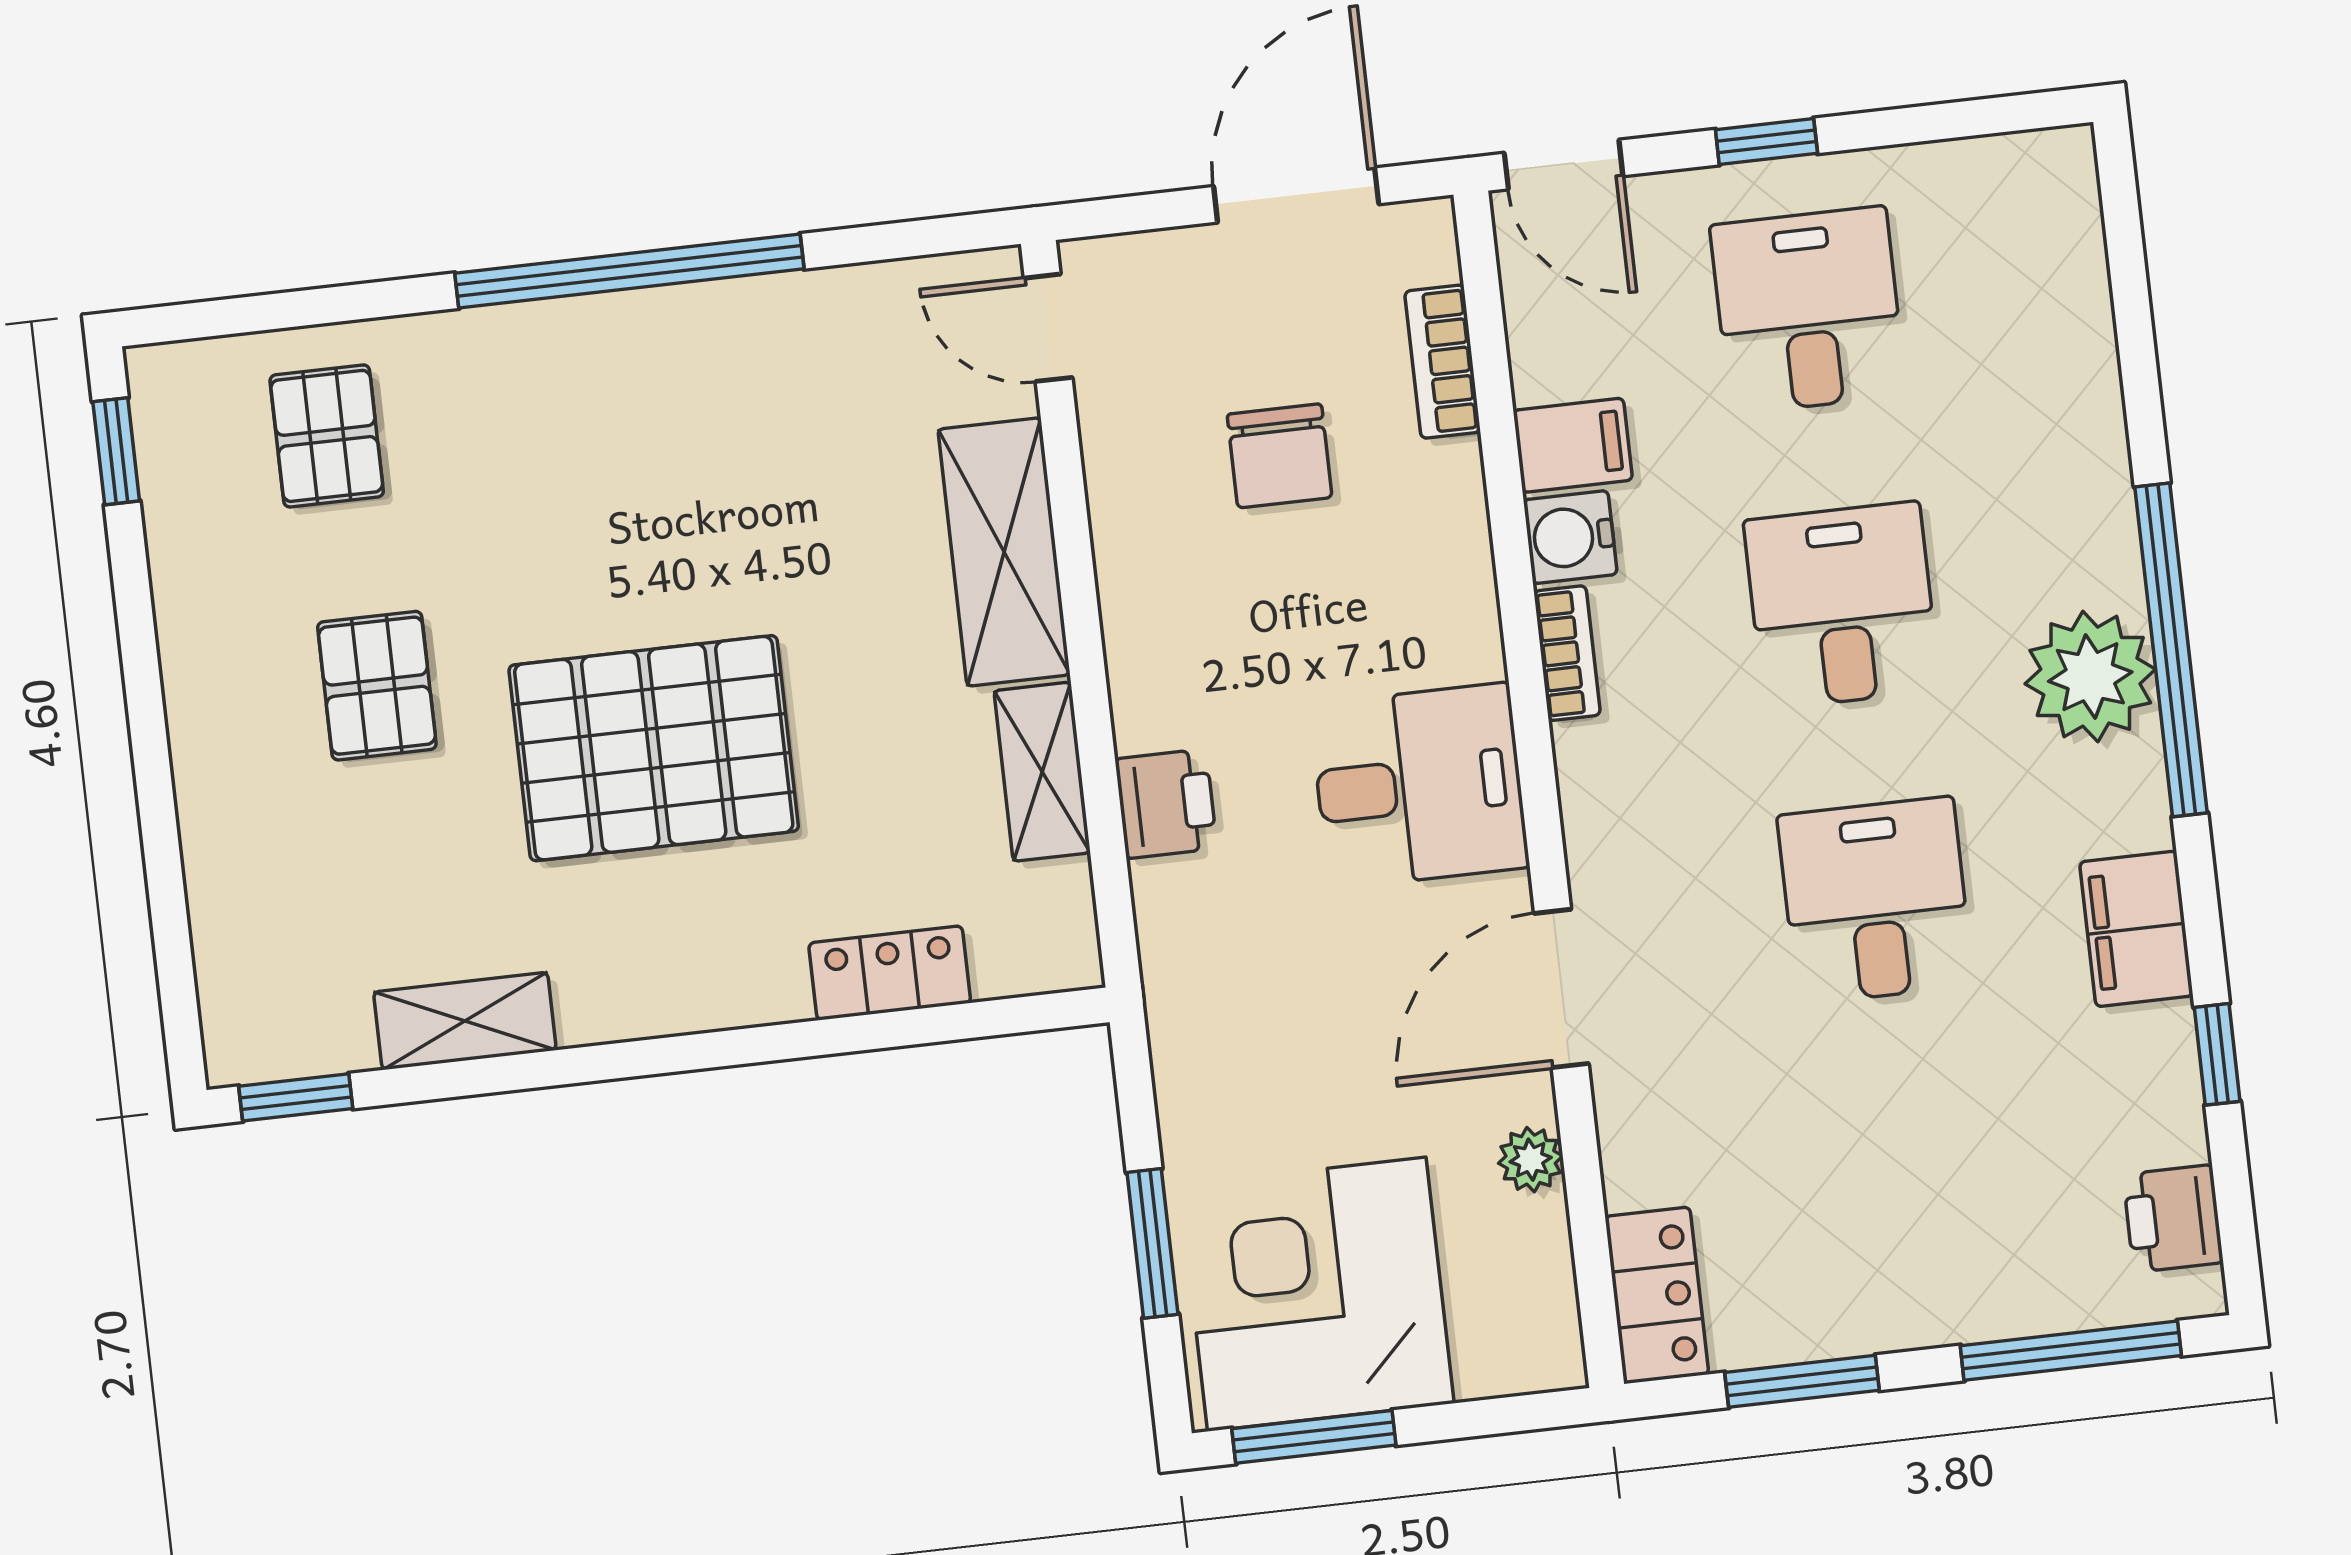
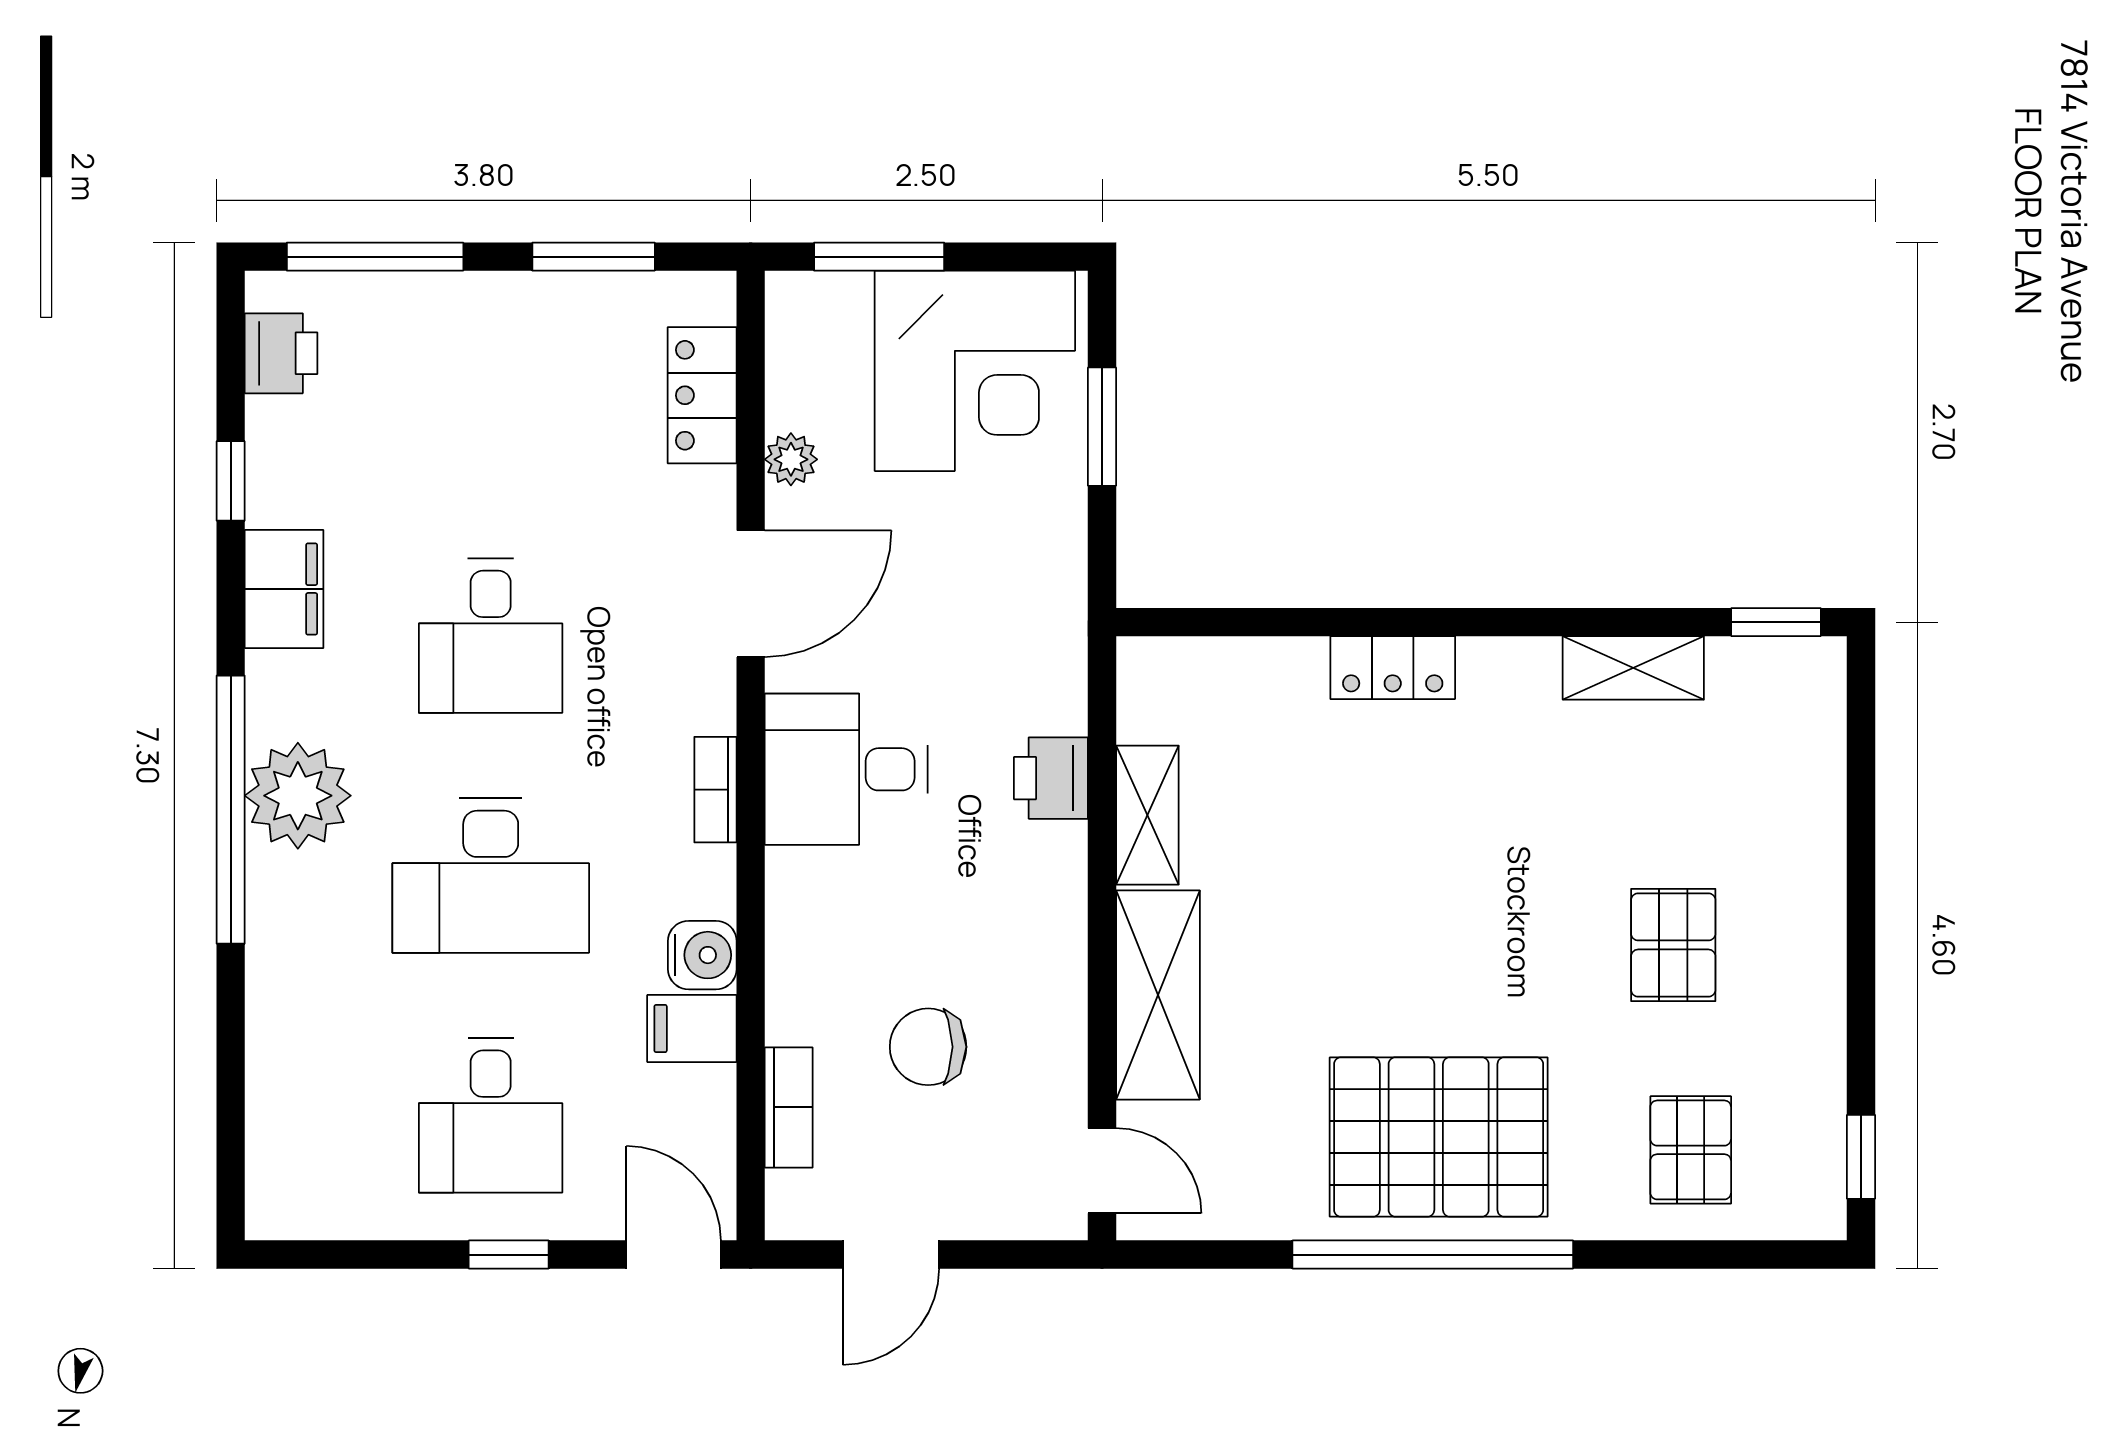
door: (1296, 195) -> (891, 1255), width x0.73
chair: (1280, 456) -> (928, 1047), turned -90
desk: (1842, 605) -> (491, 876), width x1.37
bookcase: (1567, 653) -> (715, 790), moved
pallet: (654, 748) -> (1439, 1137), moved
locker: (890, 973) -> (1393, 668), moved
locker: (1657, 1295) -> (702, 395), moved
window: (1314, 1437) -> (879, 257), moved

